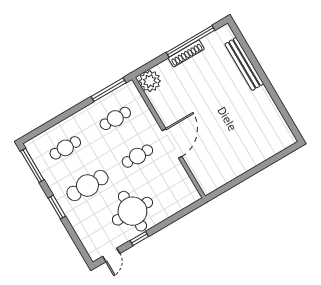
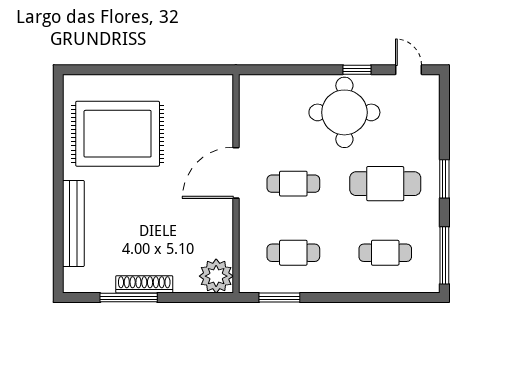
window: (190, 41) -> (129, 298), width x0.68
window: (109, 90) -> (279, 298), width x0.69
rug: (249, 127) -> (118, 134), added
door: (111, 255) -> (409, 70), hinge flipped

